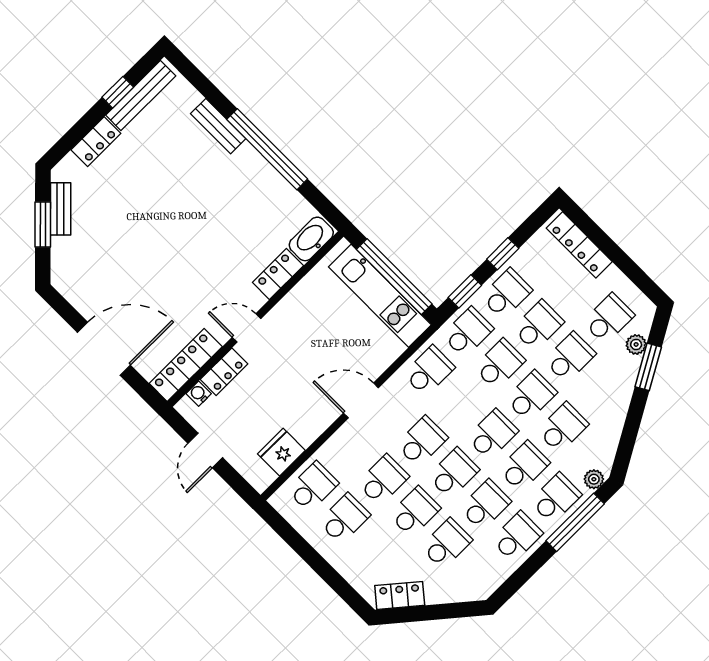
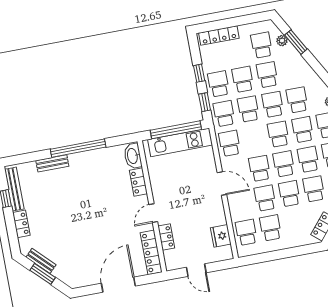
water cooler: (199, 394) -> (168, 255), removed
door: (361, 400) -> (222, 183), swing flipped

